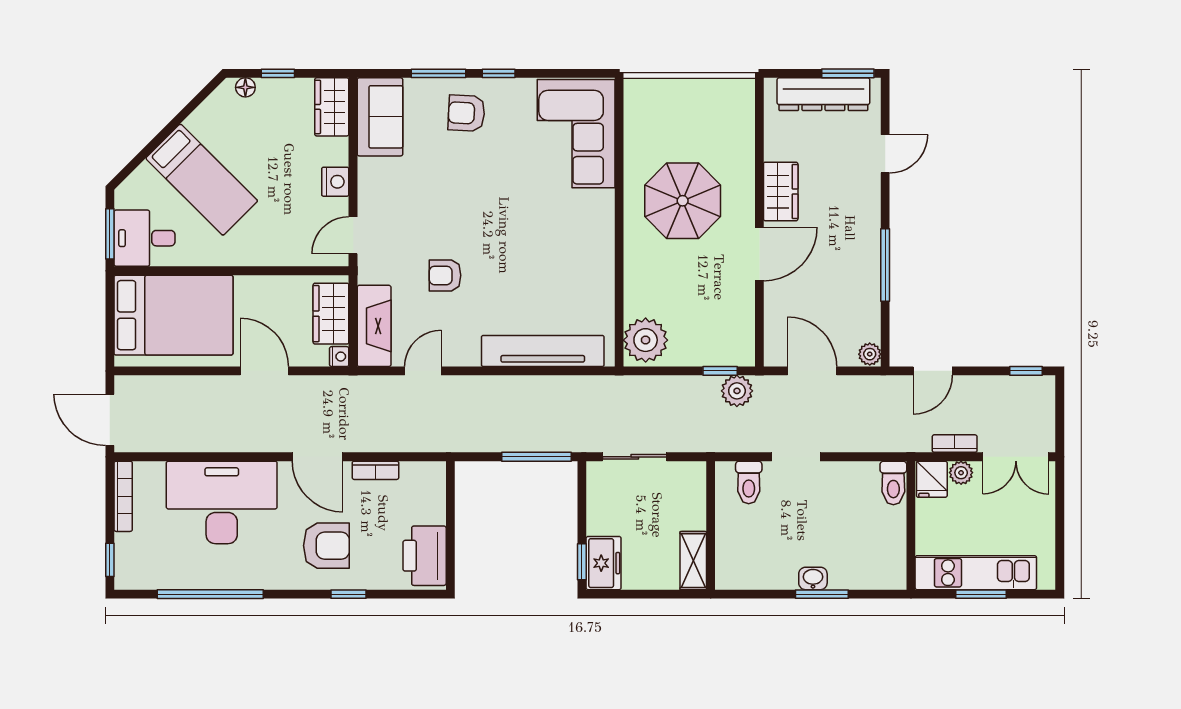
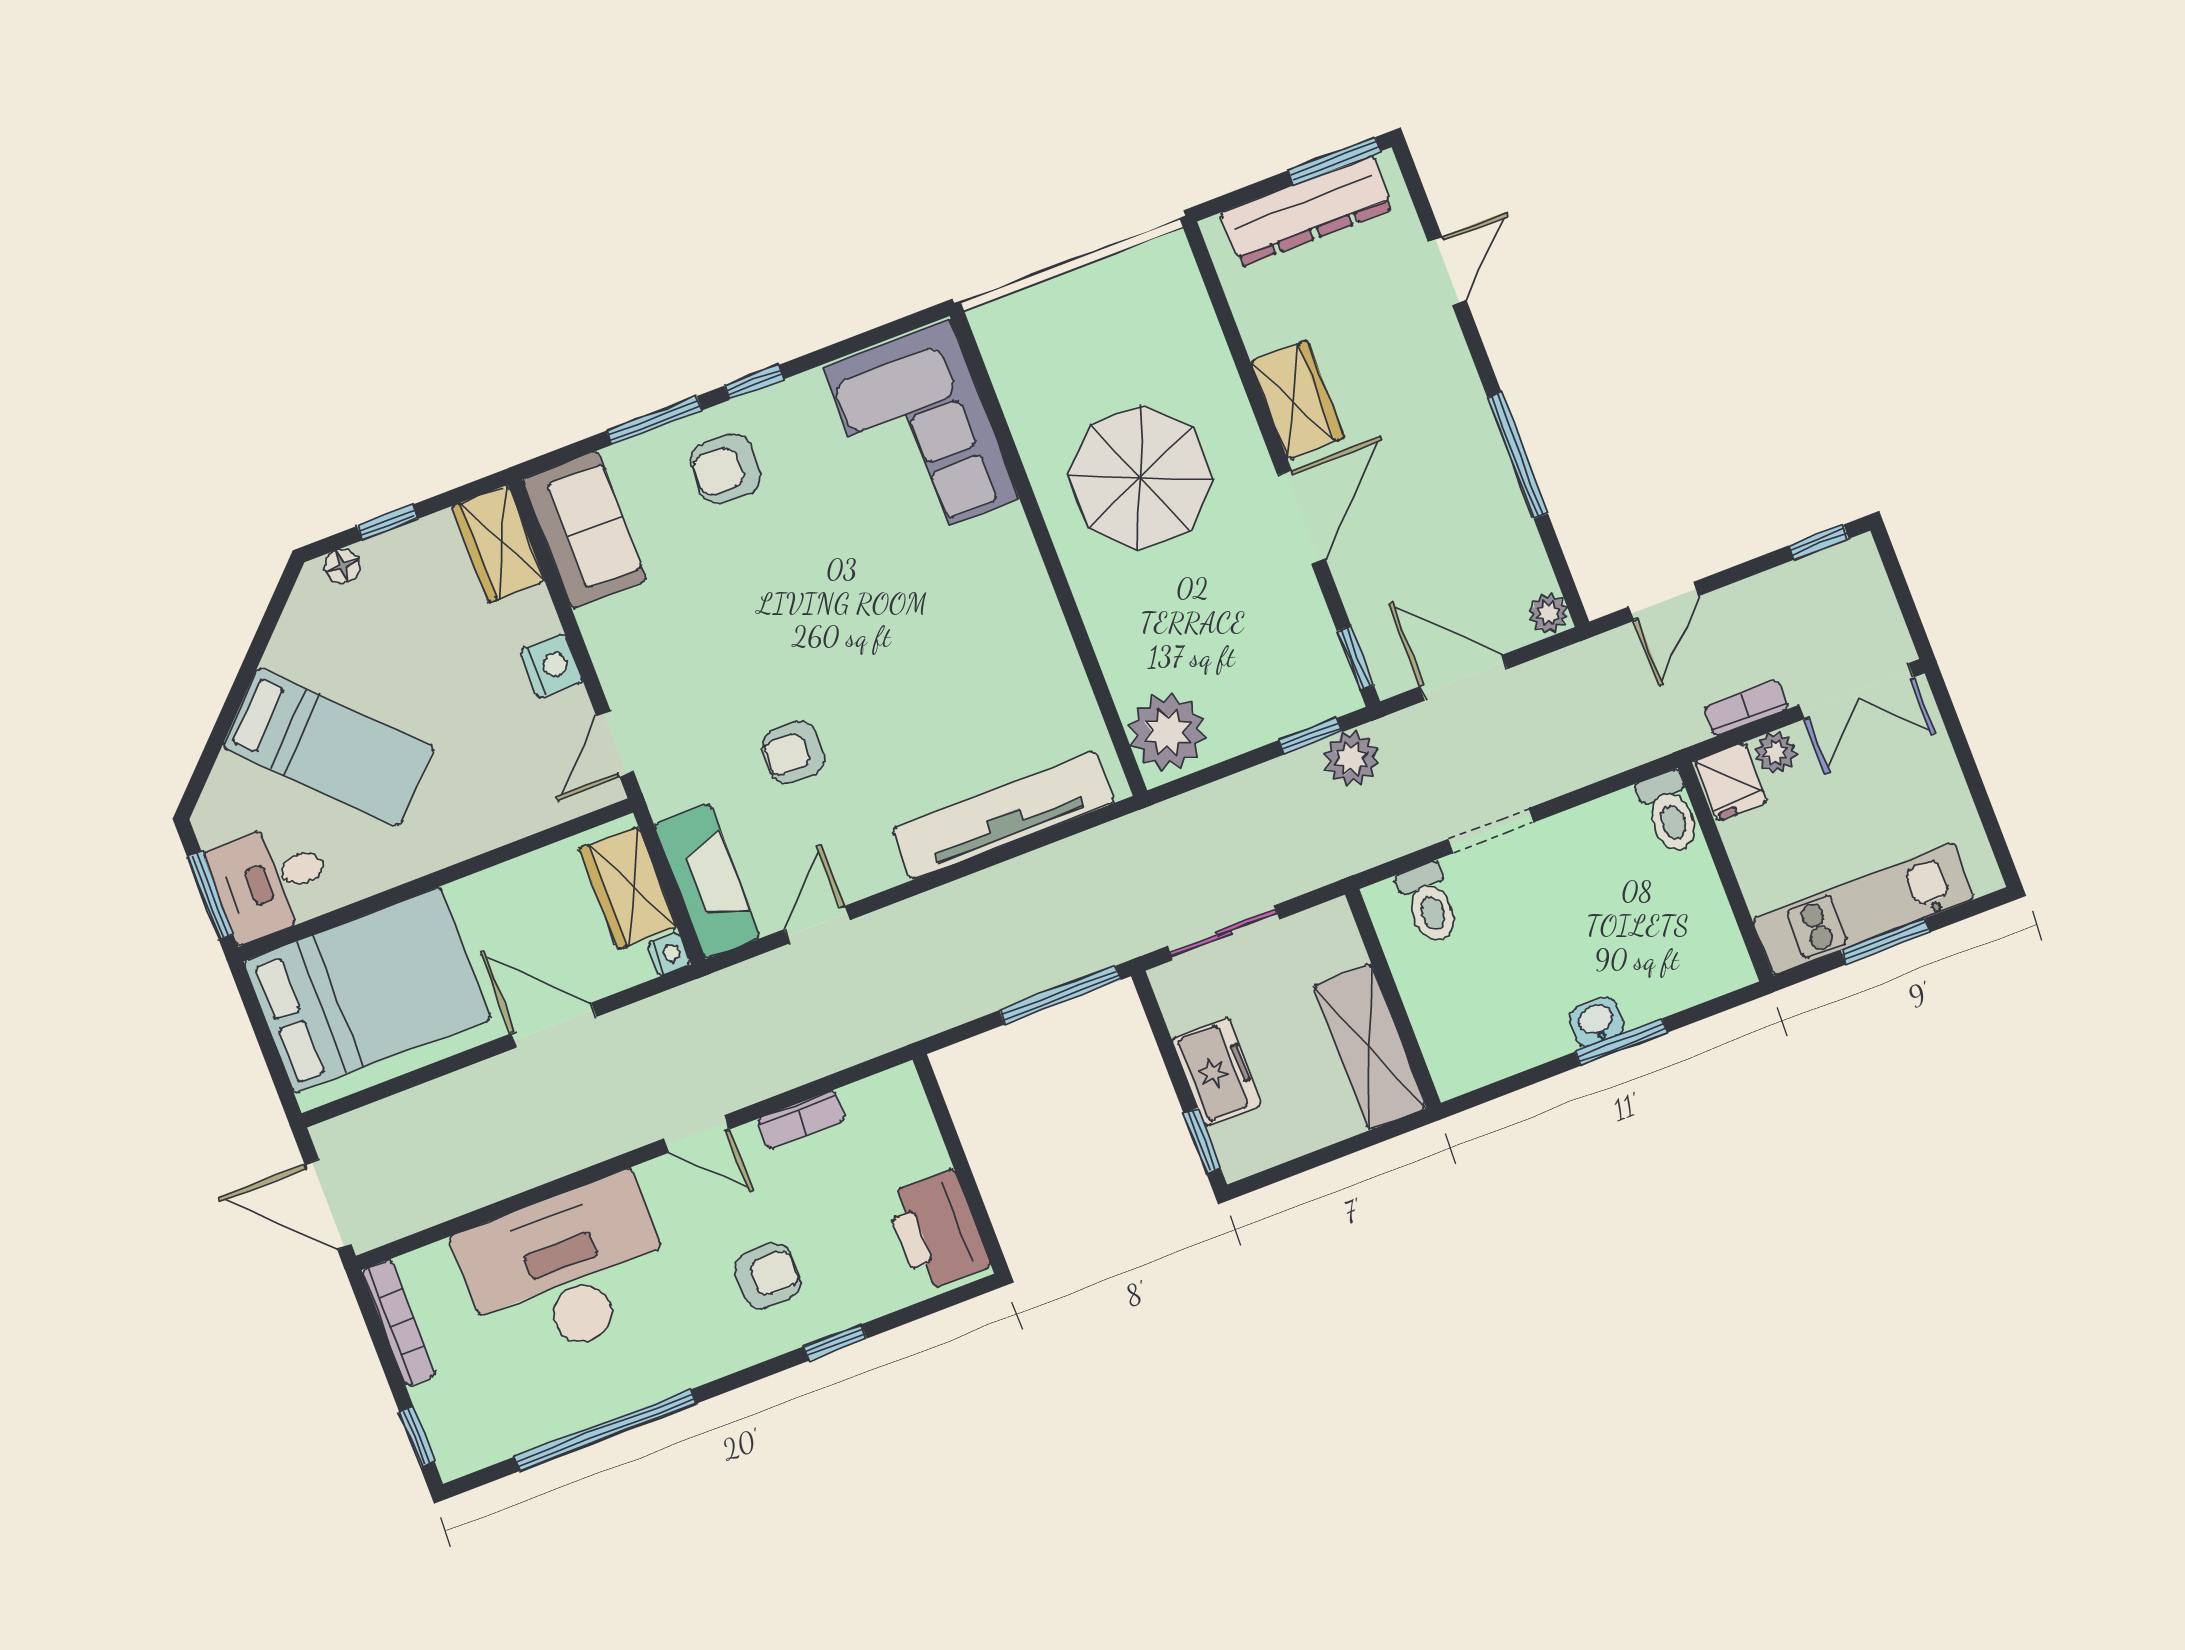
window: (759, 339) -> (1355, 658), added
door: (318, 457) -> (696, 1134), width x0.73
armchair: (326, 546) -> (768, 1276), width x0.72, depth x0.72
shelving: (693, 561) -> (1370, 1047), width x1.50, depth x1.33
freezer: (604, 563) -> (1217, 1072), moved

